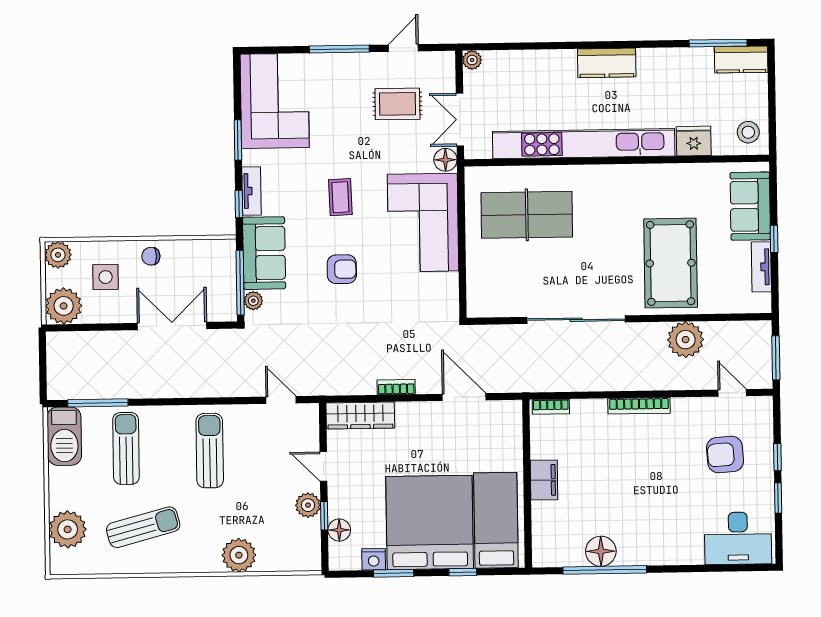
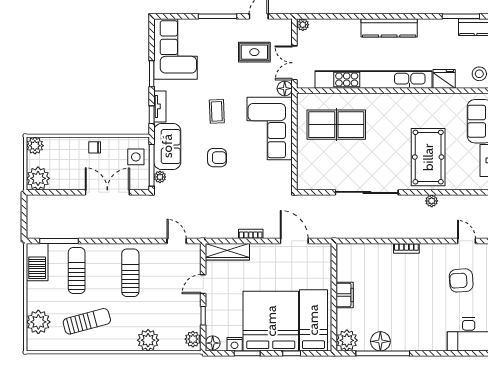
kitchen counter: (607, 63) -> (389, 28), width x1.50
side table: (106, 277) -> (136, 157), moved
plant: (686, 340) -> (432, 201), width x0.53, depth x0.53
bookcase: (639, 406) -> (406, 248), width x0.64
bookcase: (551, 407) -> (350, 248), removed
door: (323, 467) -> (203, 284), hinge flipped
plant: (308, 505) -> (193, 339), moved
floor lamp: (339, 530) -> (213, 343), moved
plant: (548, 551) -> (347, 340), added

